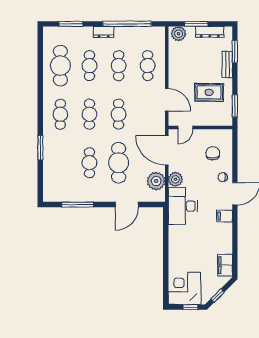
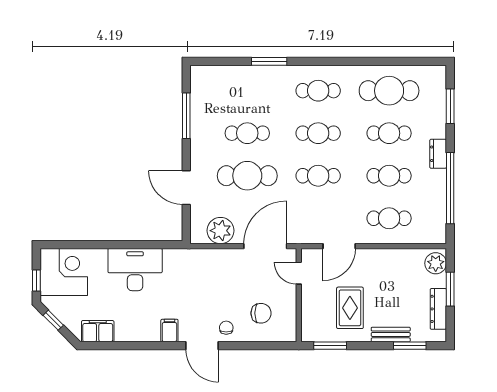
plant: (175, 179) -> (223, 259), removed
desk: (183, 206) -> (135, 270), moved

